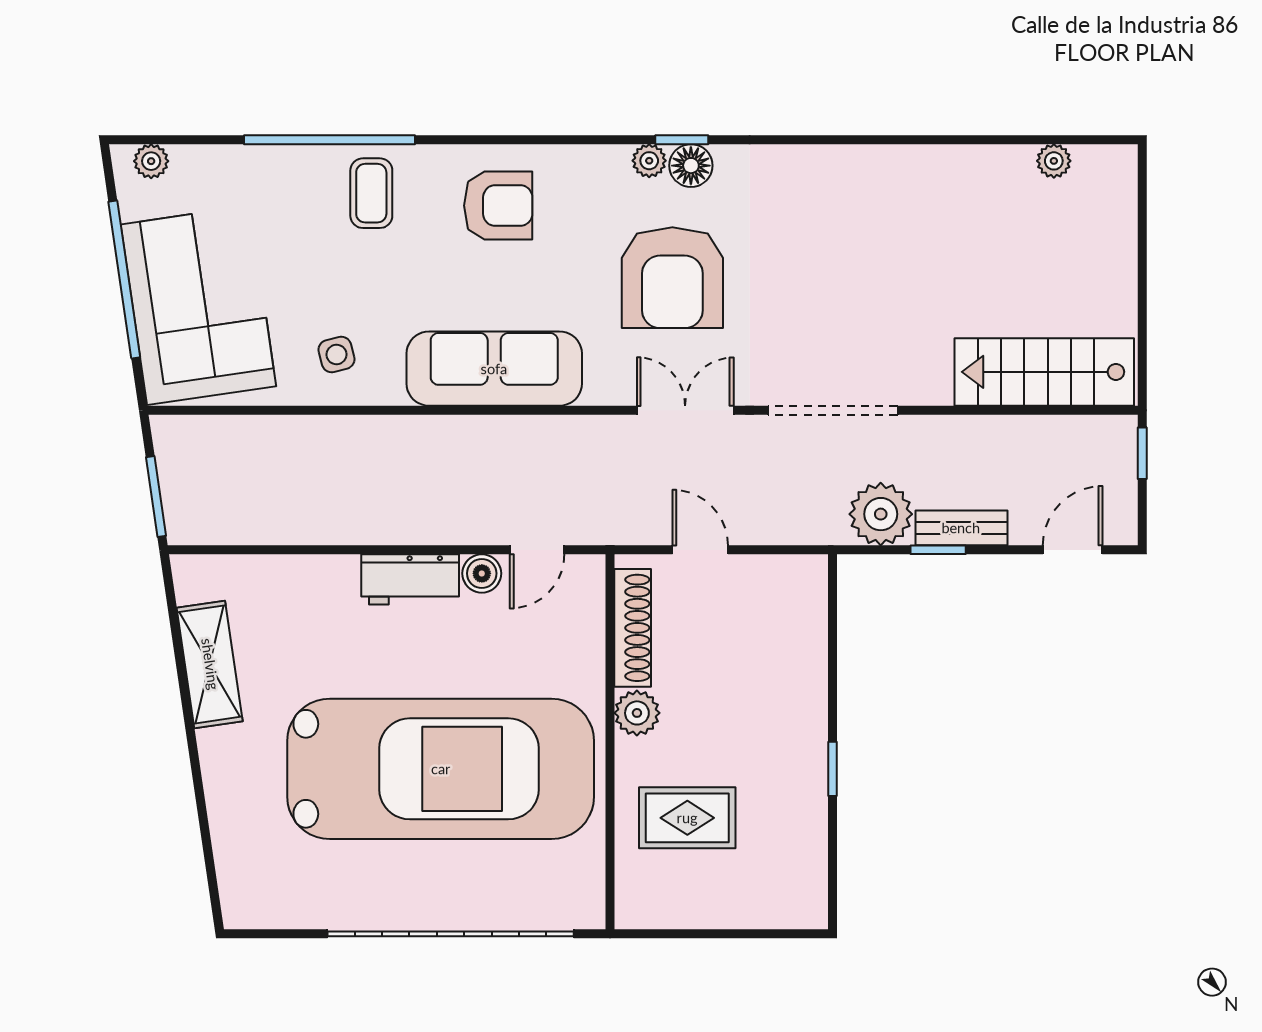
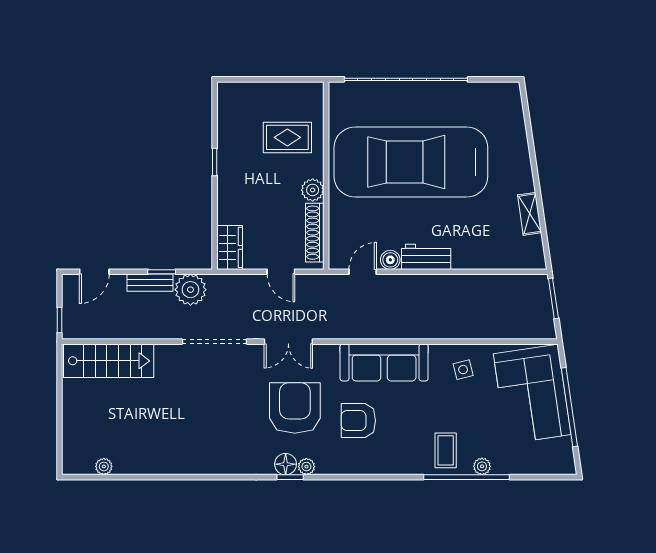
plant: (151, 161) -> (482, 466), moved
armchair: (498, 206) -> (358, 421), moved
wardrobe: (803, 598) -> (230, 247), added
shelving: (210, 664) -> (530, 214), width x0.67, depth x0.75

